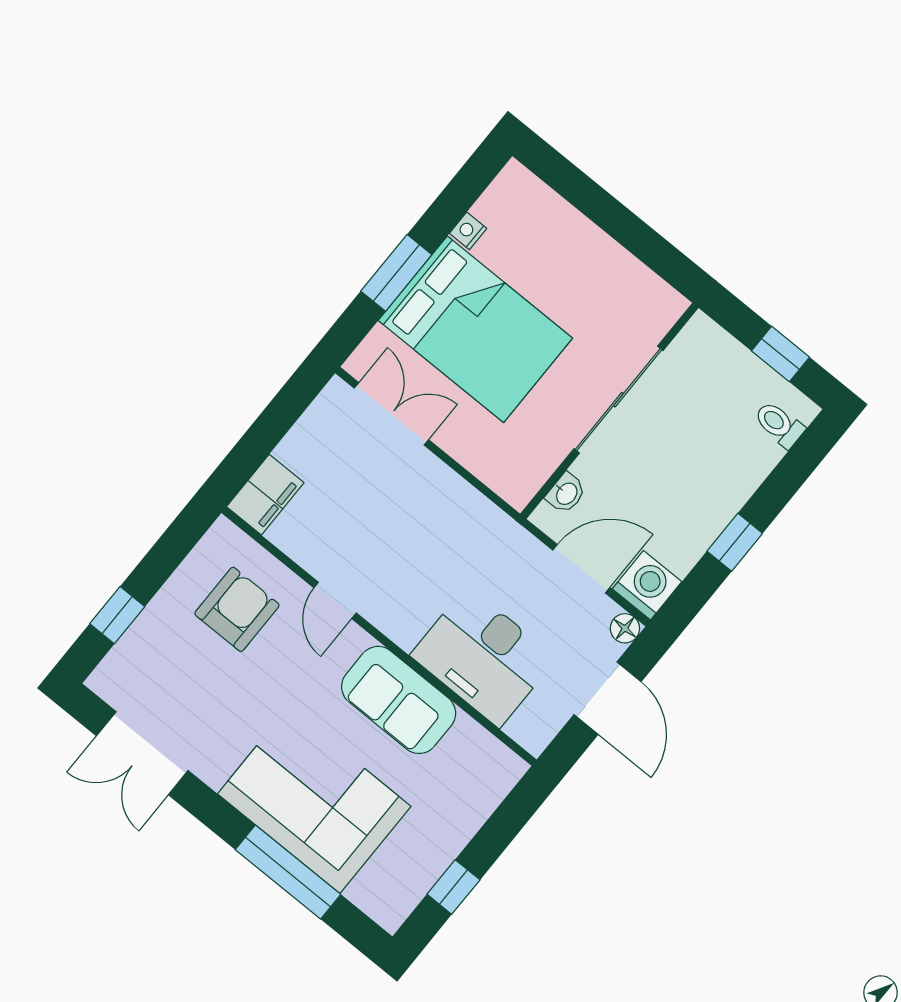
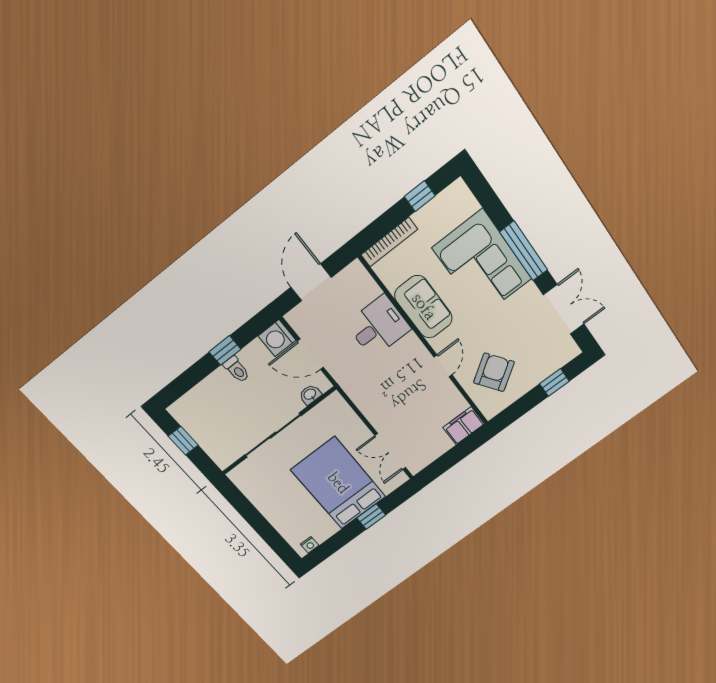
nightstand: (468, 231) -> (310, 545), moved
window: (396, 273) -> (371, 517), width x0.67
toilet: (779, 424) -> (237, 369), moved
armchair: (237, 609) -> (494, 372), turned 145
floor lamp: (625, 628) -> (294, 318), removed
desk: (483, 657) -> (378, 326), width x0.73
bookcase: (487, 799) -> (389, 242), added
window: (288, 872) -> (524, 251), moved

